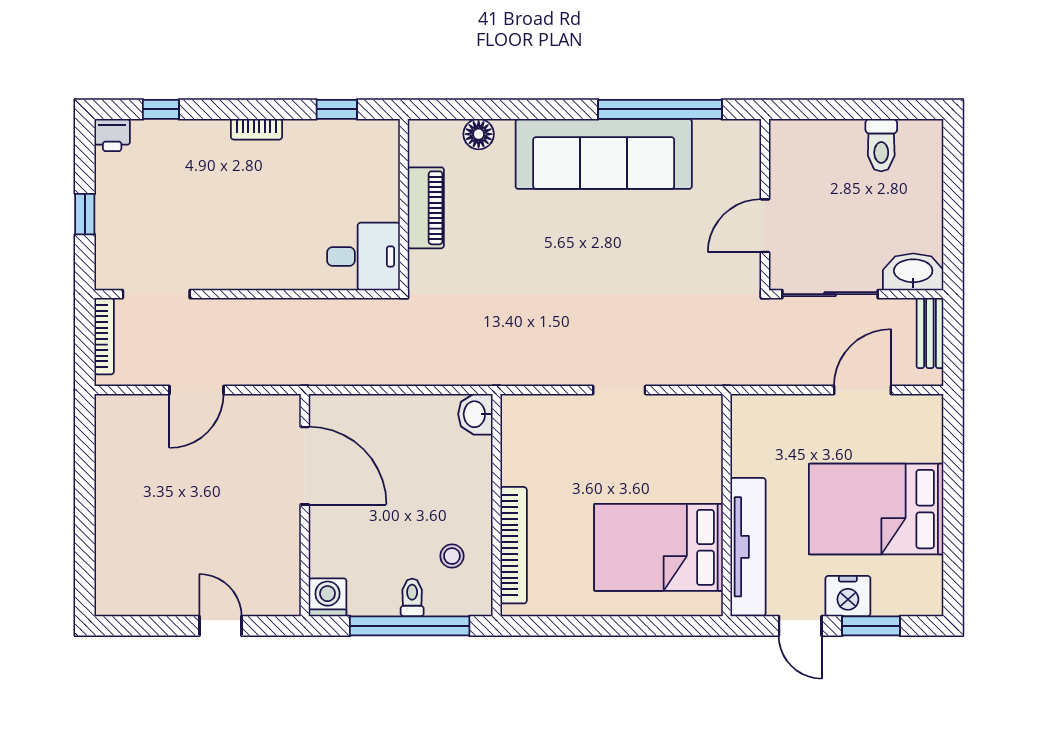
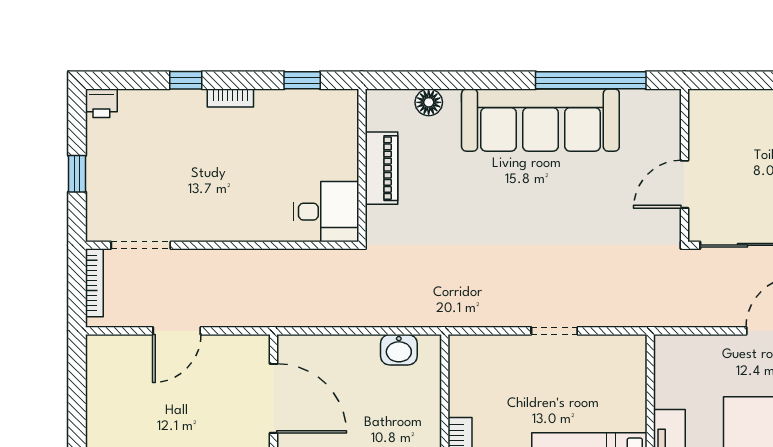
window: (161, 109) -> (186, 80), moved
washbasin: (475, 414) -> (399, 350), moved, turned -90

